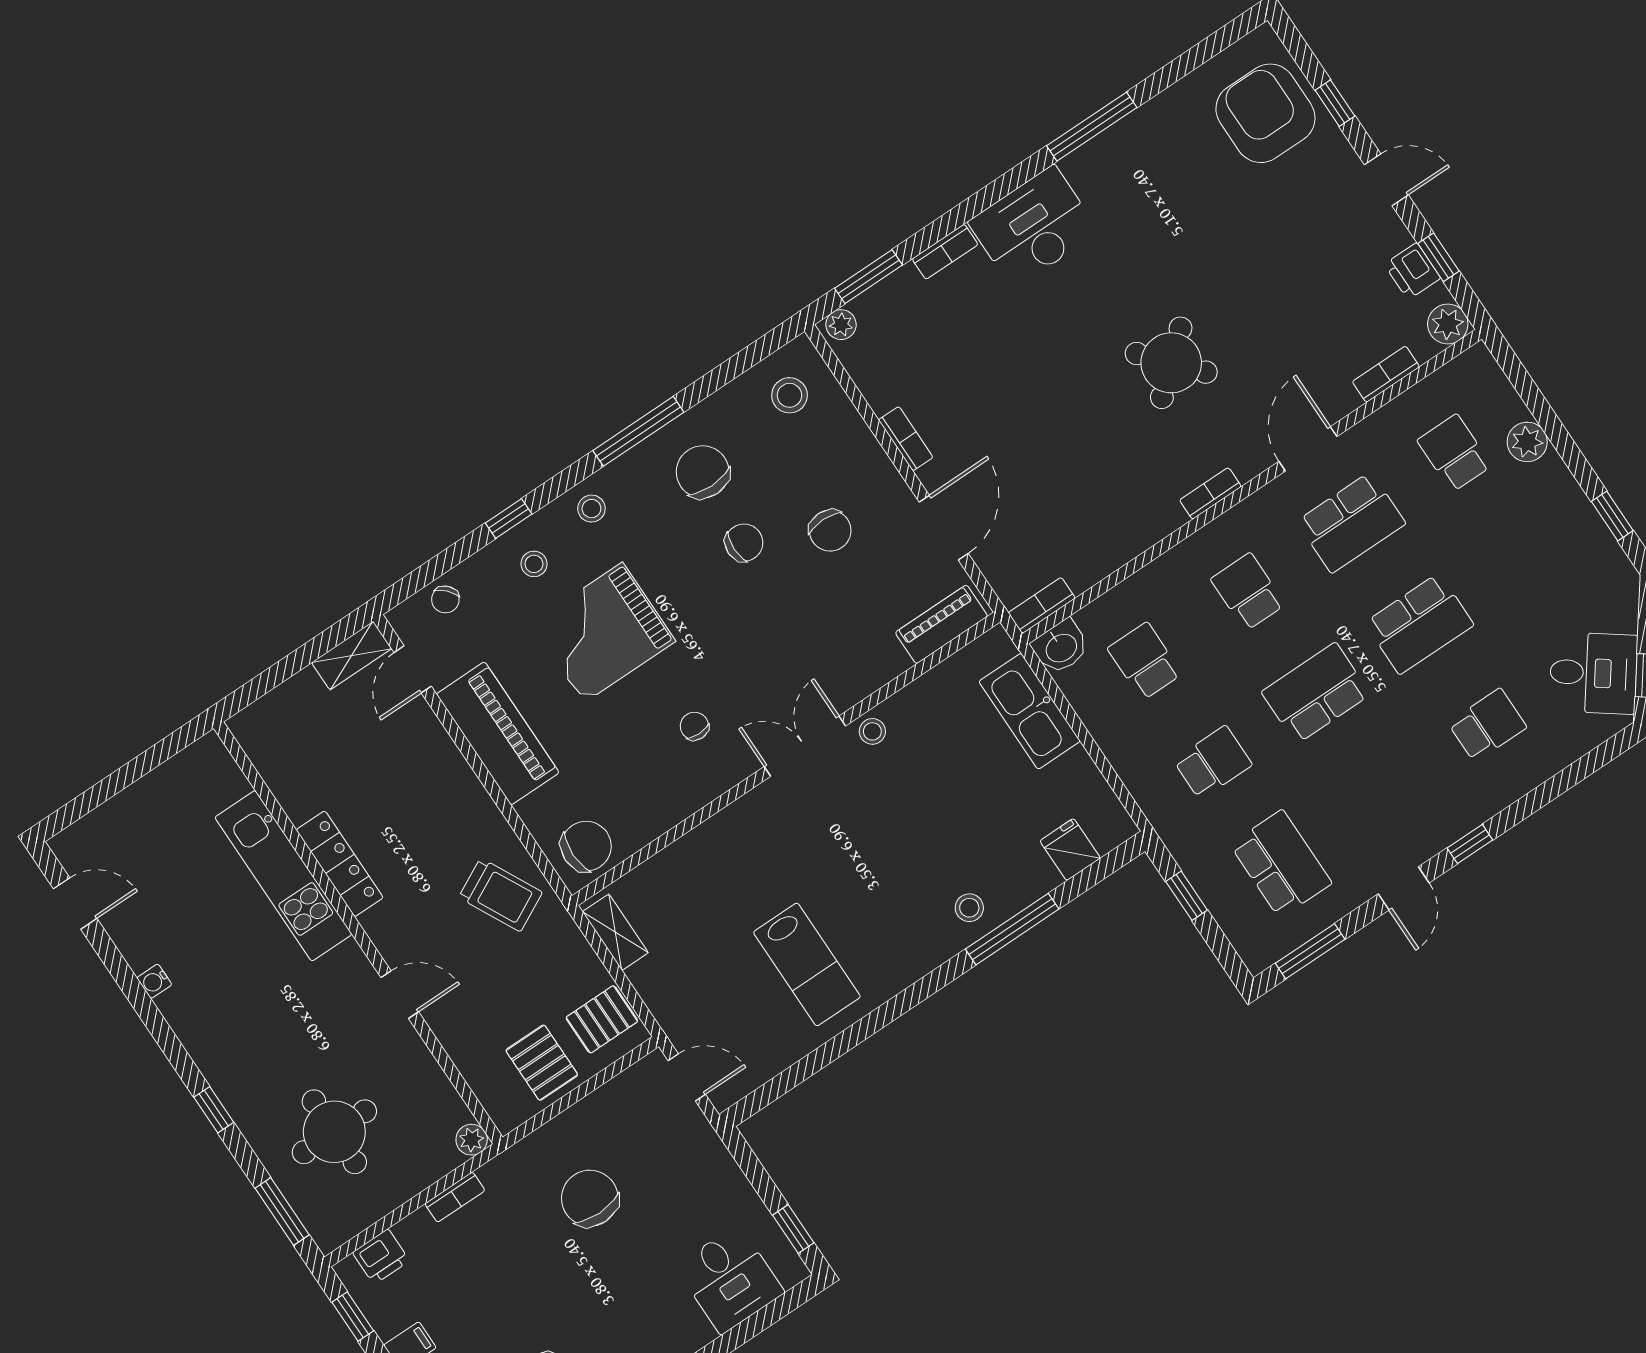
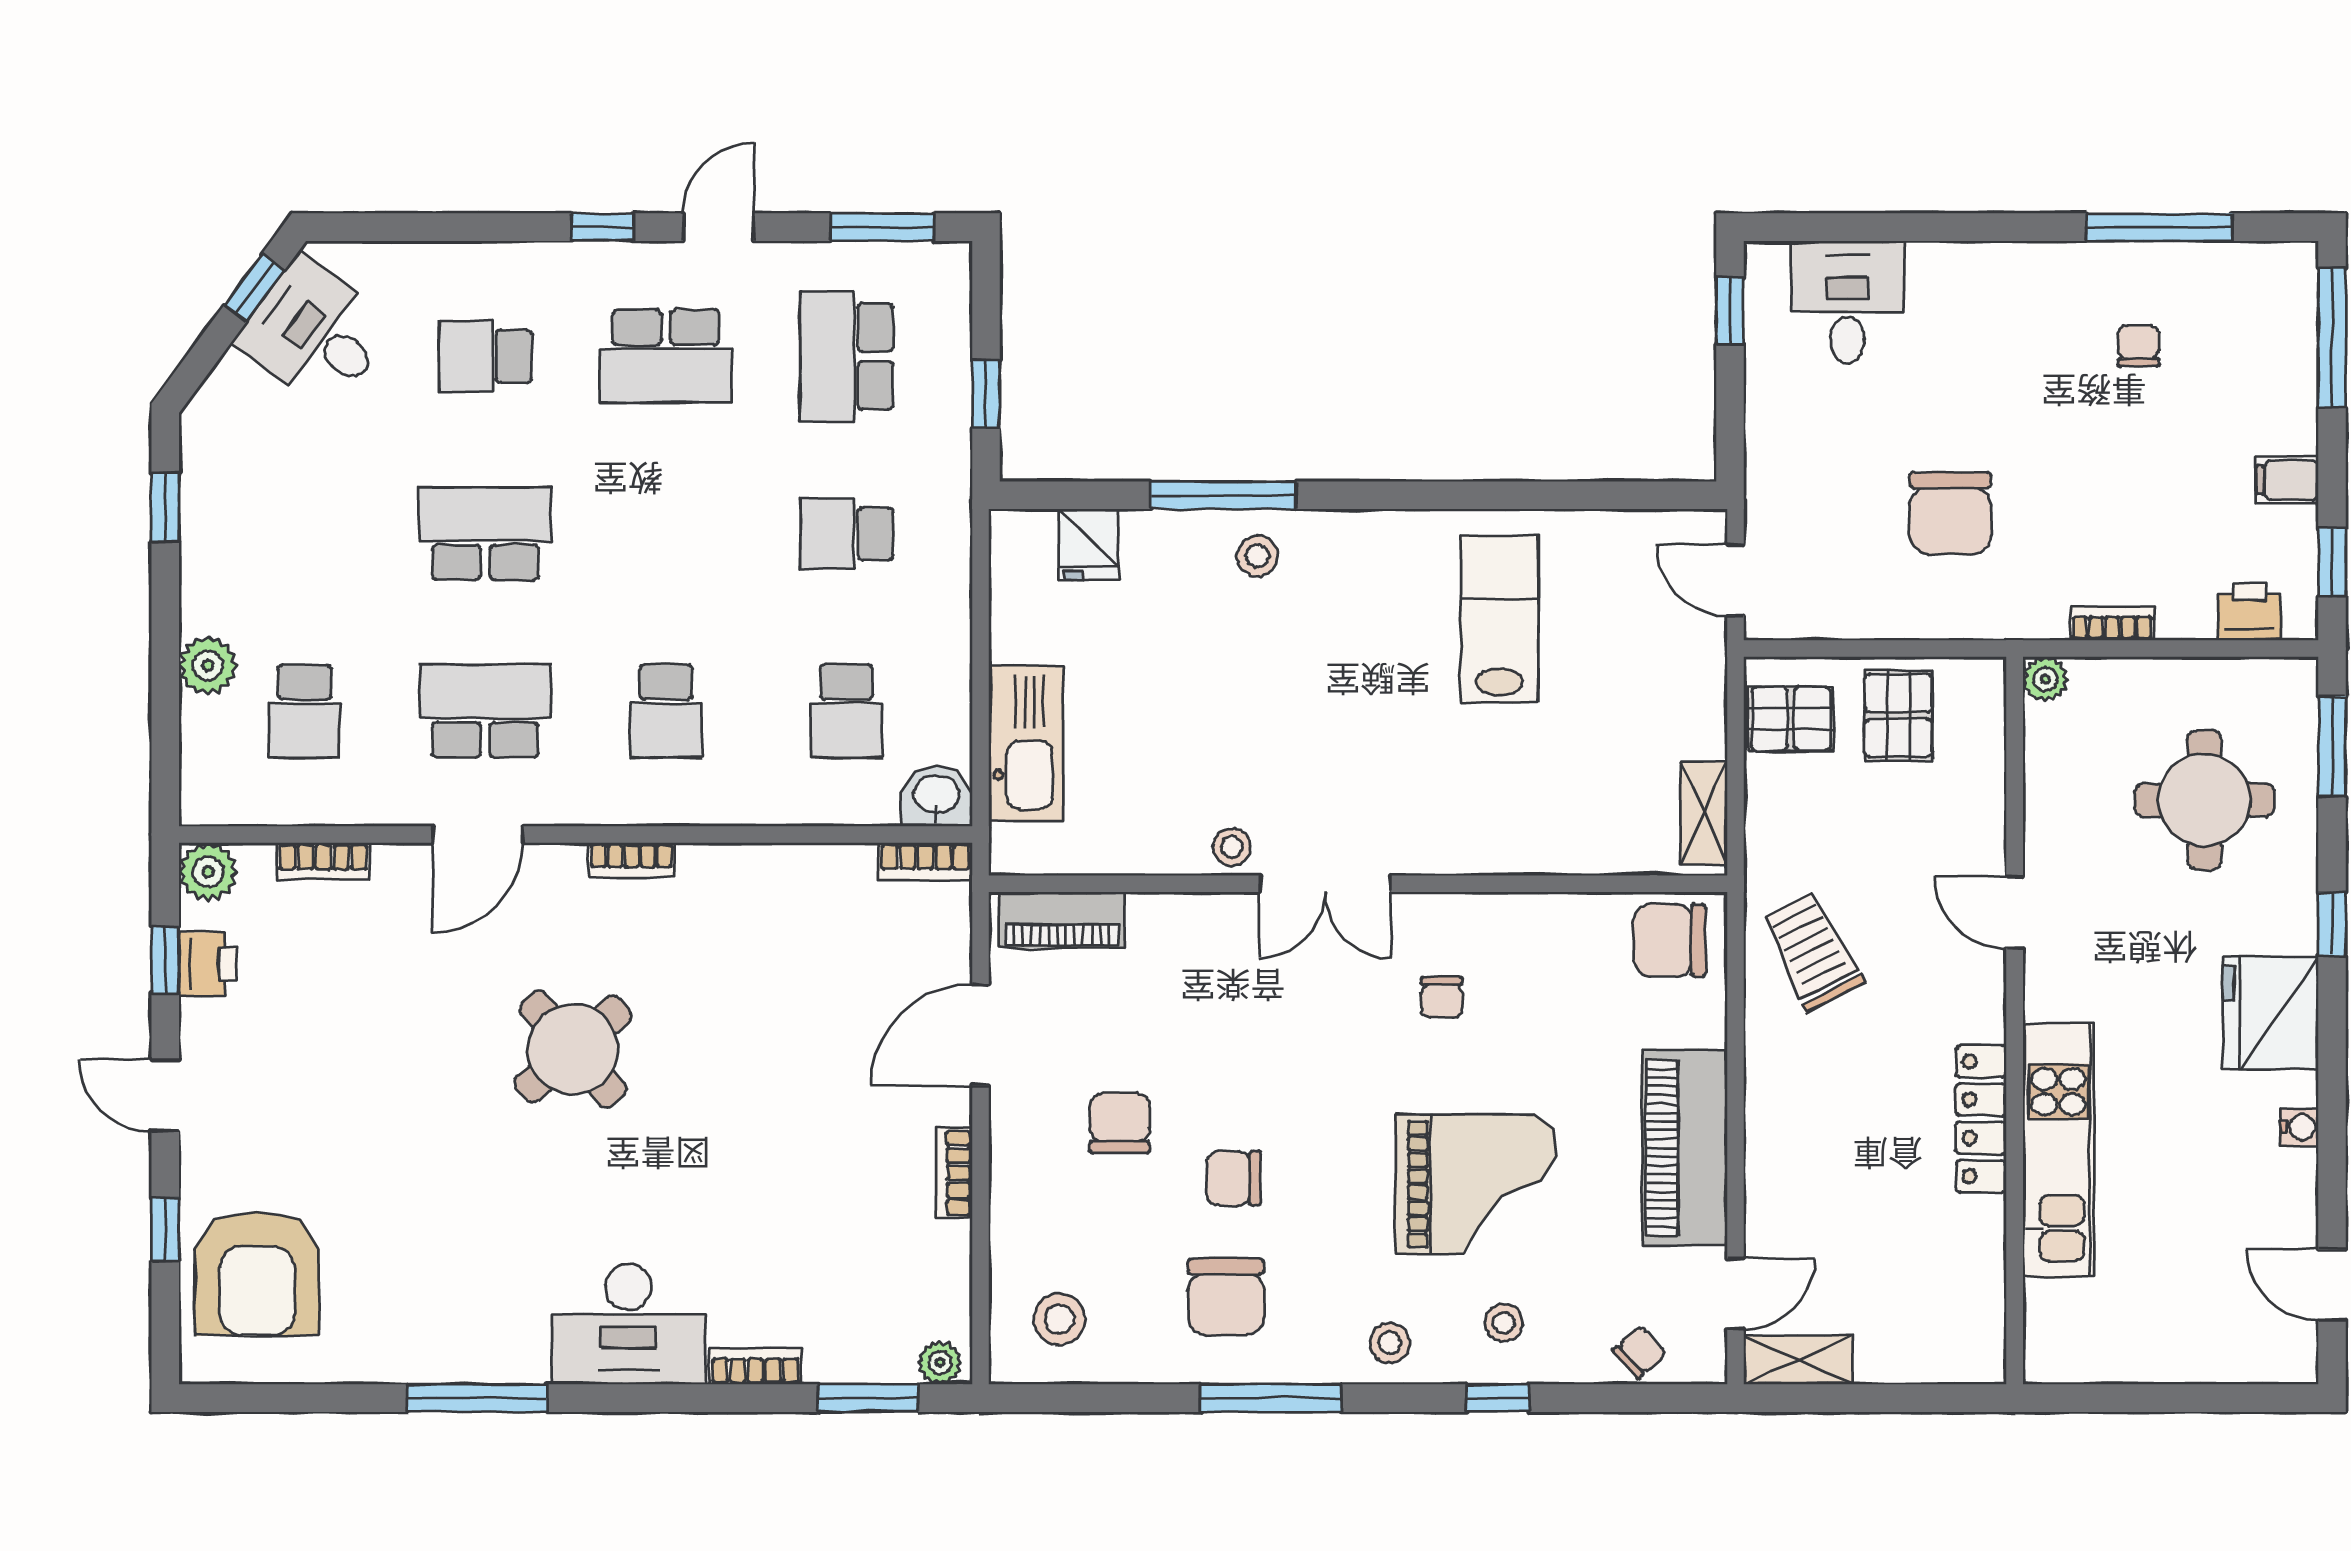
school desk: (1316, 693) -> (666, 356), moved
fridge: (215, 1035) -> (2270, 1013), added

